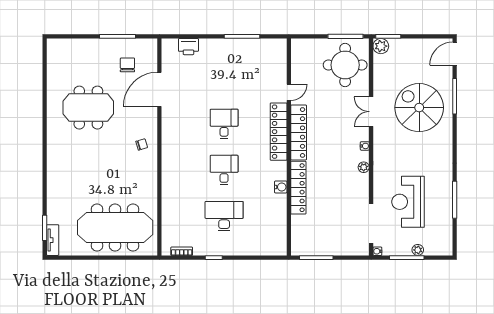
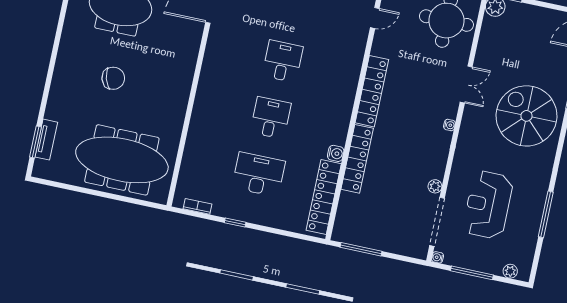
door: (289, 92) -> (375, 18), moved
spiral stairs: (419, 108) -> (526, 116), moved
double door: (371, 112) -> (466, 84), swing flipped
locker: (279, 132) -> (324, 197), moved
chair: (142, 144) -> (113, 78), moved, width x1.87, depth x1.87
plant: (364, 167) -> (435, 186), moved
tv unit: (53, 240) -> (46, 140), moved
plant: (418, 250) -> (510, 271), moved

